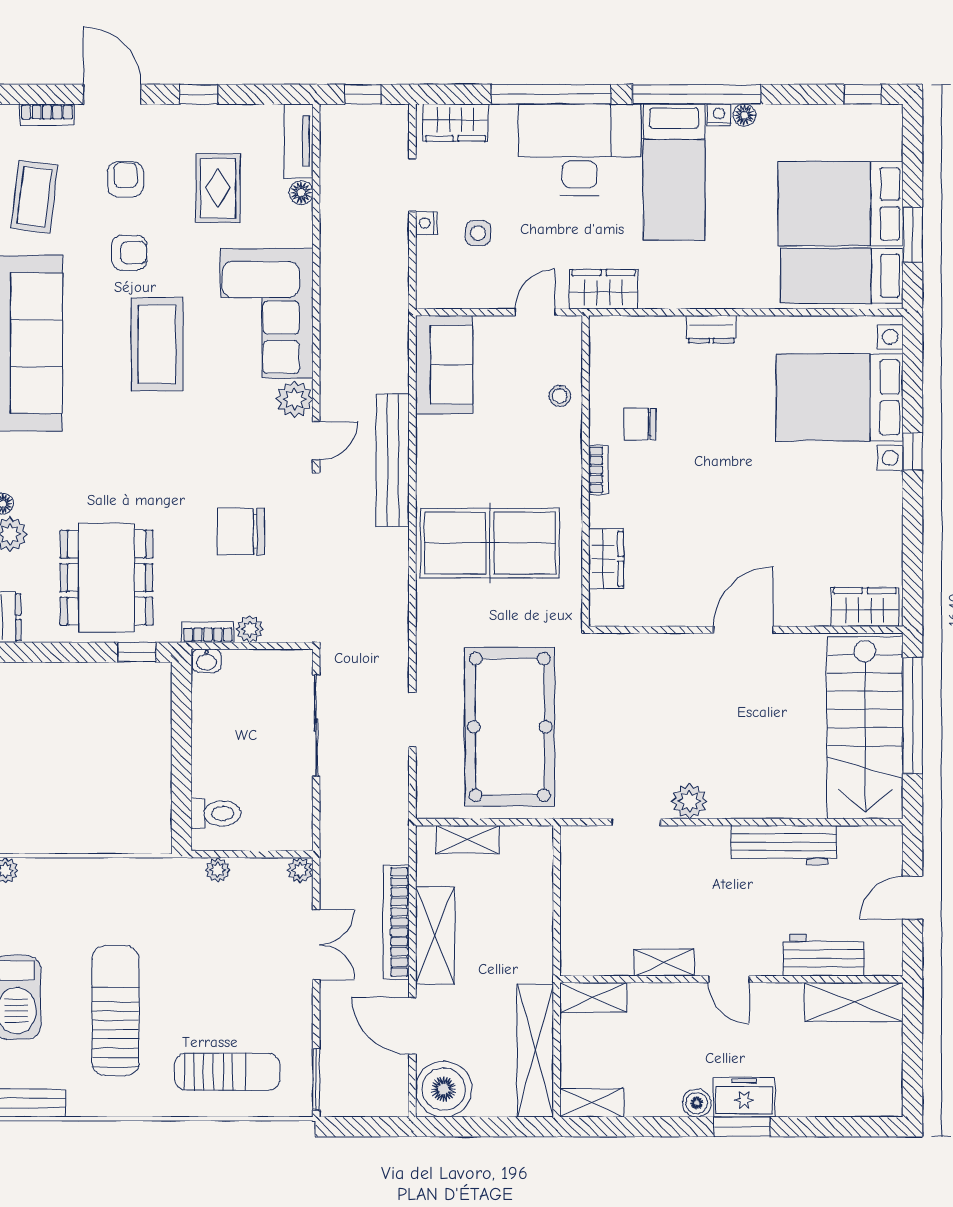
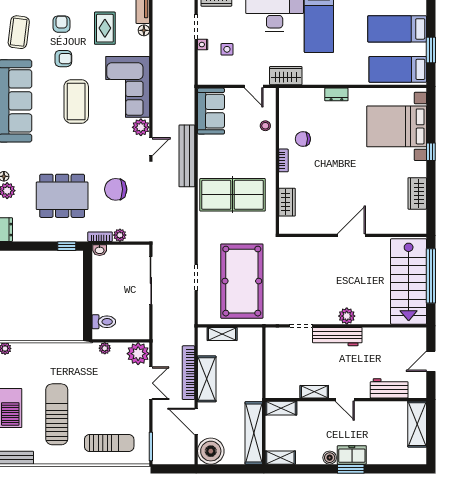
bed: (841, 204) -> (397, 29), width x0.67
door: (535, 312) -> (254, 86), swing flipped
dining table: (107, 578) -> (62, 196), moved, turned 90
wardrobe: (865, 607) -> (417, 193), moved, turned -90
plant: (689, 801) -> (347, 316), moved
workbench: (784, 845) -> (337, 337), moved
plant: (300, 870) -> (138, 354), width x1.88, depth x1.88
shelving: (854, 1002) -> (417, 424), moved, turned 90

